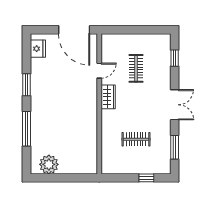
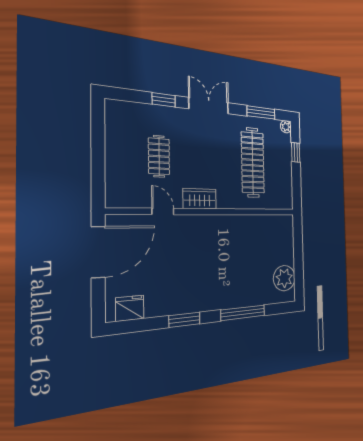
window: (175, 58) -> (164, 100), moved
clothes rail: (136, 68) -> (159, 156), turned 90
clothes rail: (136, 139) -> (253, 163), width x1.86, depth x1.31
plant: (166, 169) -> (286, 127), added

